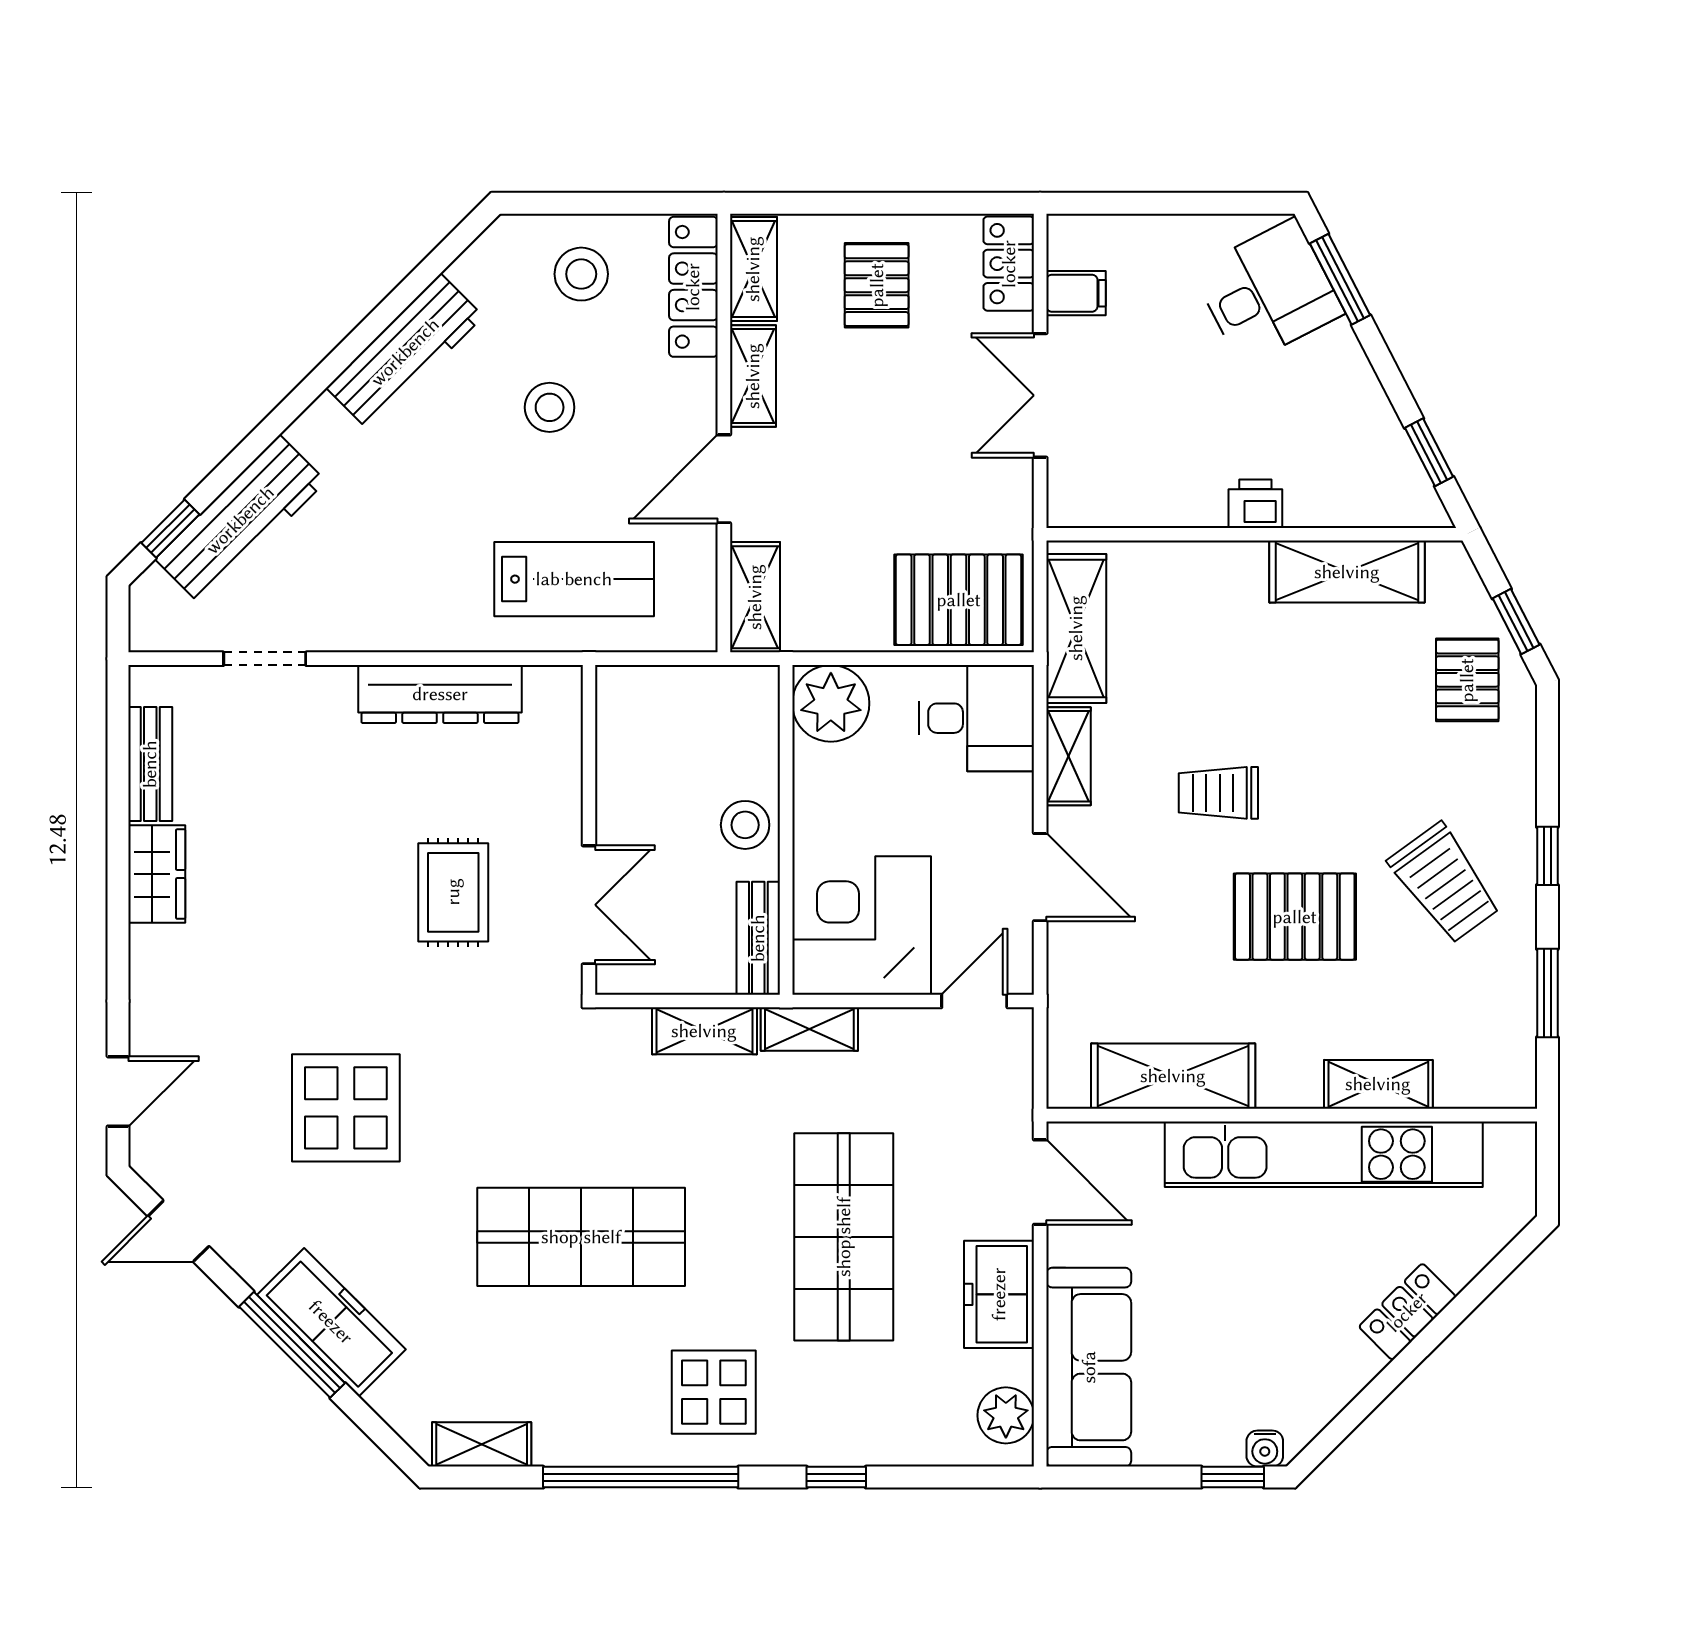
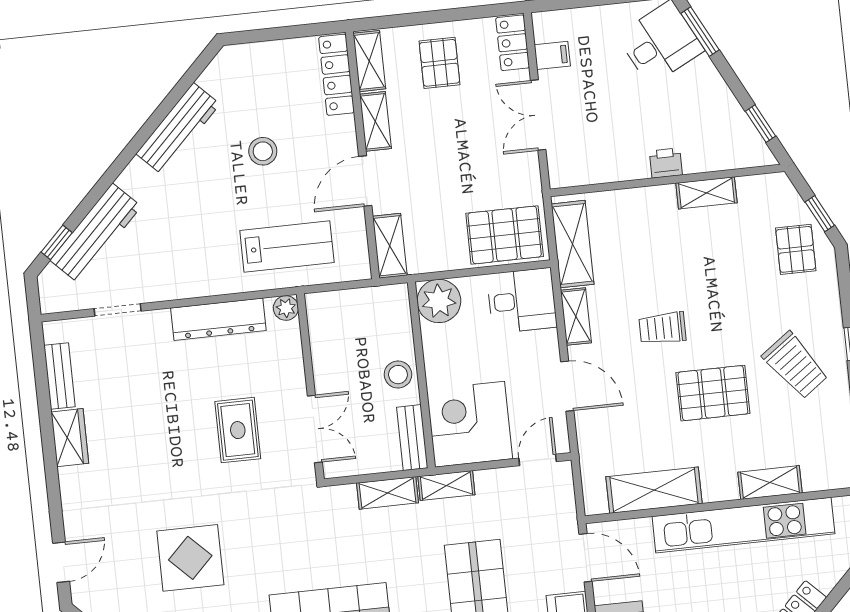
stool: (581, 274) -> (273, 74), removed
shelving: (1347, 572) -> (706, 193), width x0.67, depth x0.75
plant: (561, 687) -> (286, 308), added

